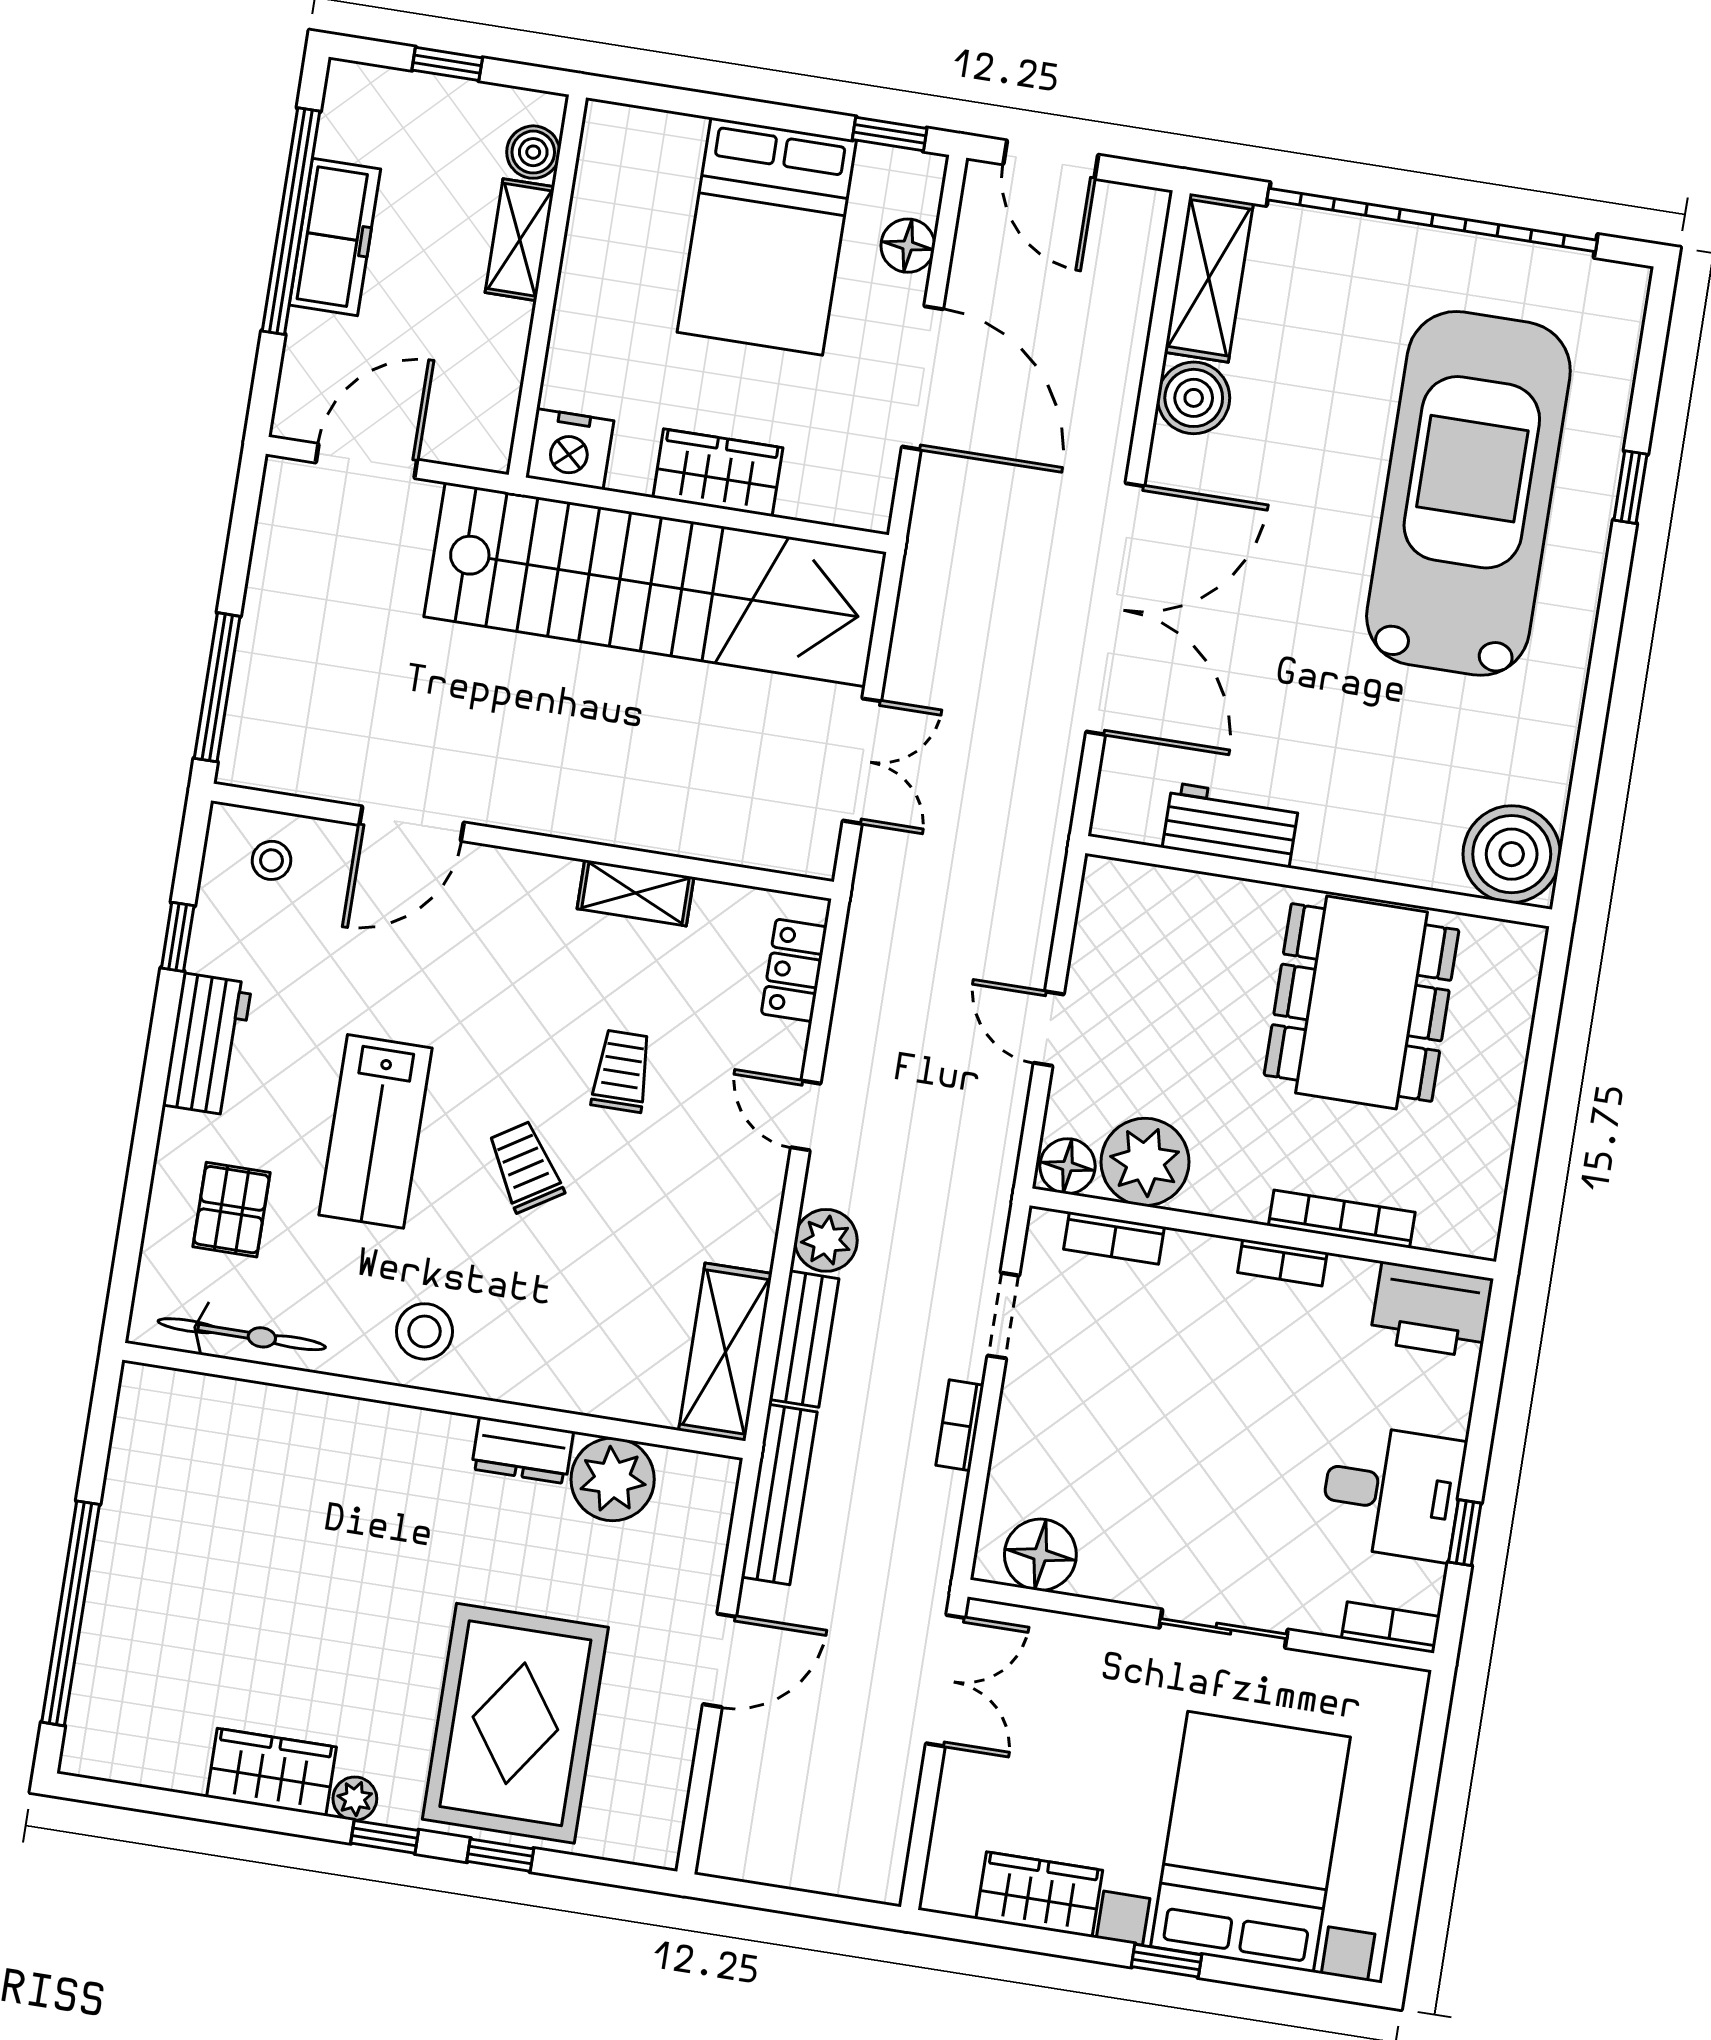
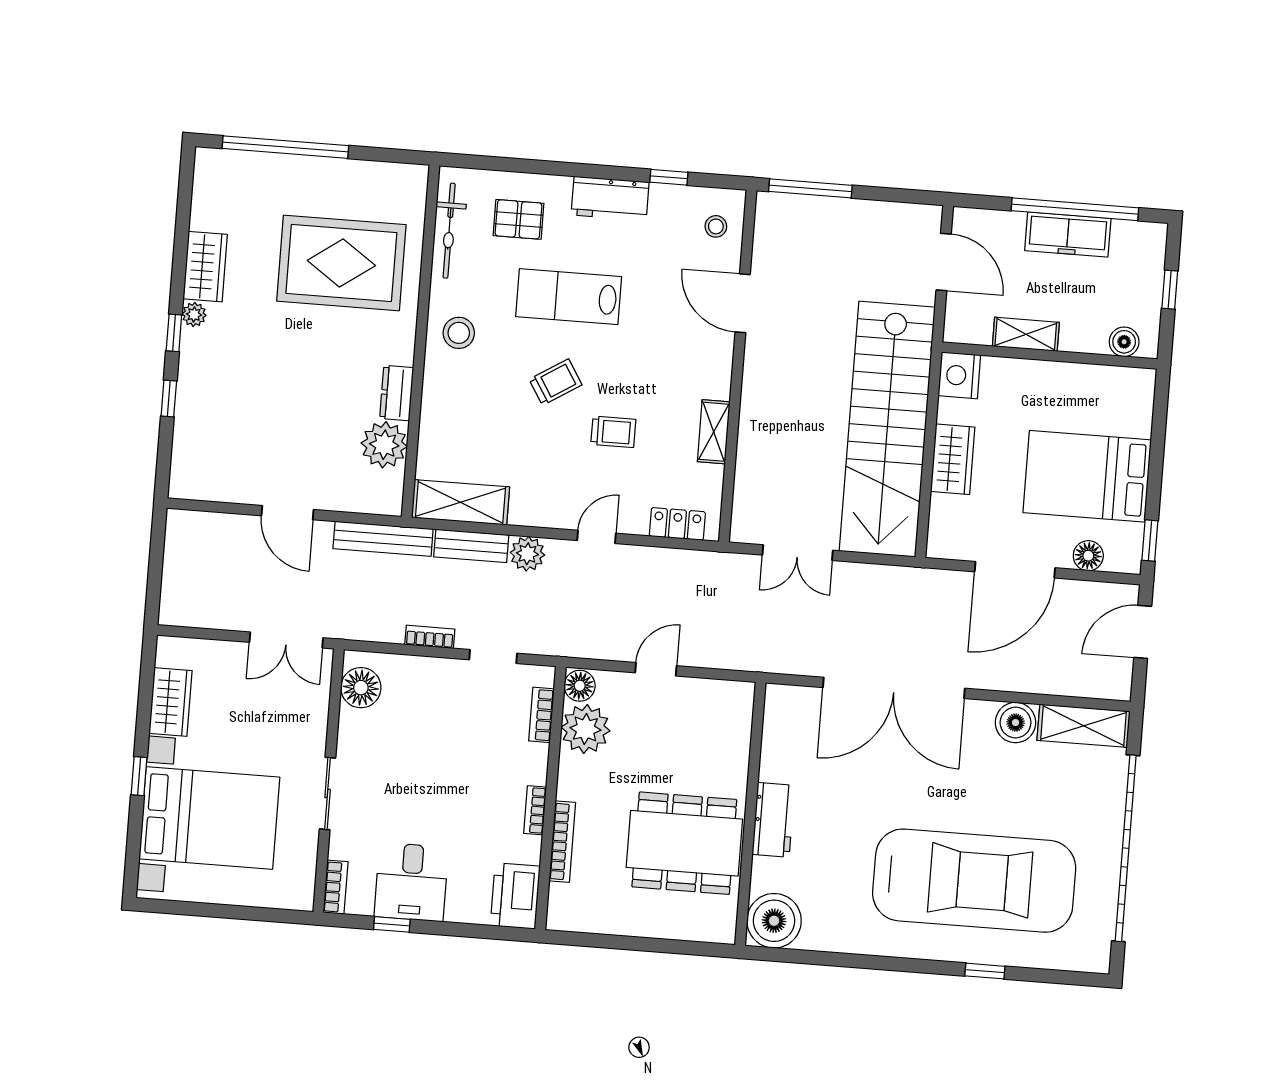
shelving: (520, 240) -> (1026, 334), moved
workbench: (1231, 825) -> (773, 820), moved
rug: (515, 1723) -> (341, 263), moved

